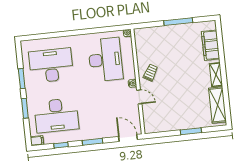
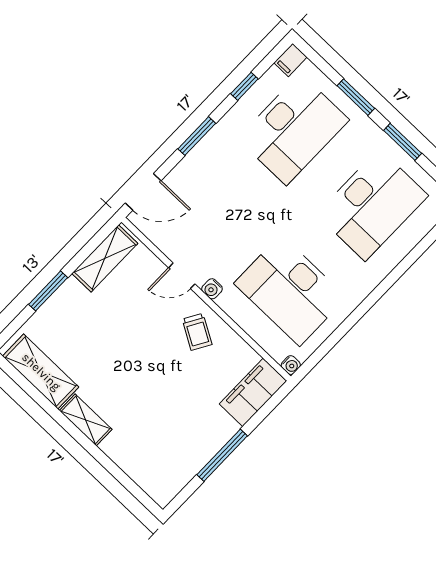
filing cabinet: (211, 45) -> (253, 392), moved, turned -90
desk: (56, 115) -> (293, 129), turned 180
shelving: (161, 126) -> (105, 258), added

